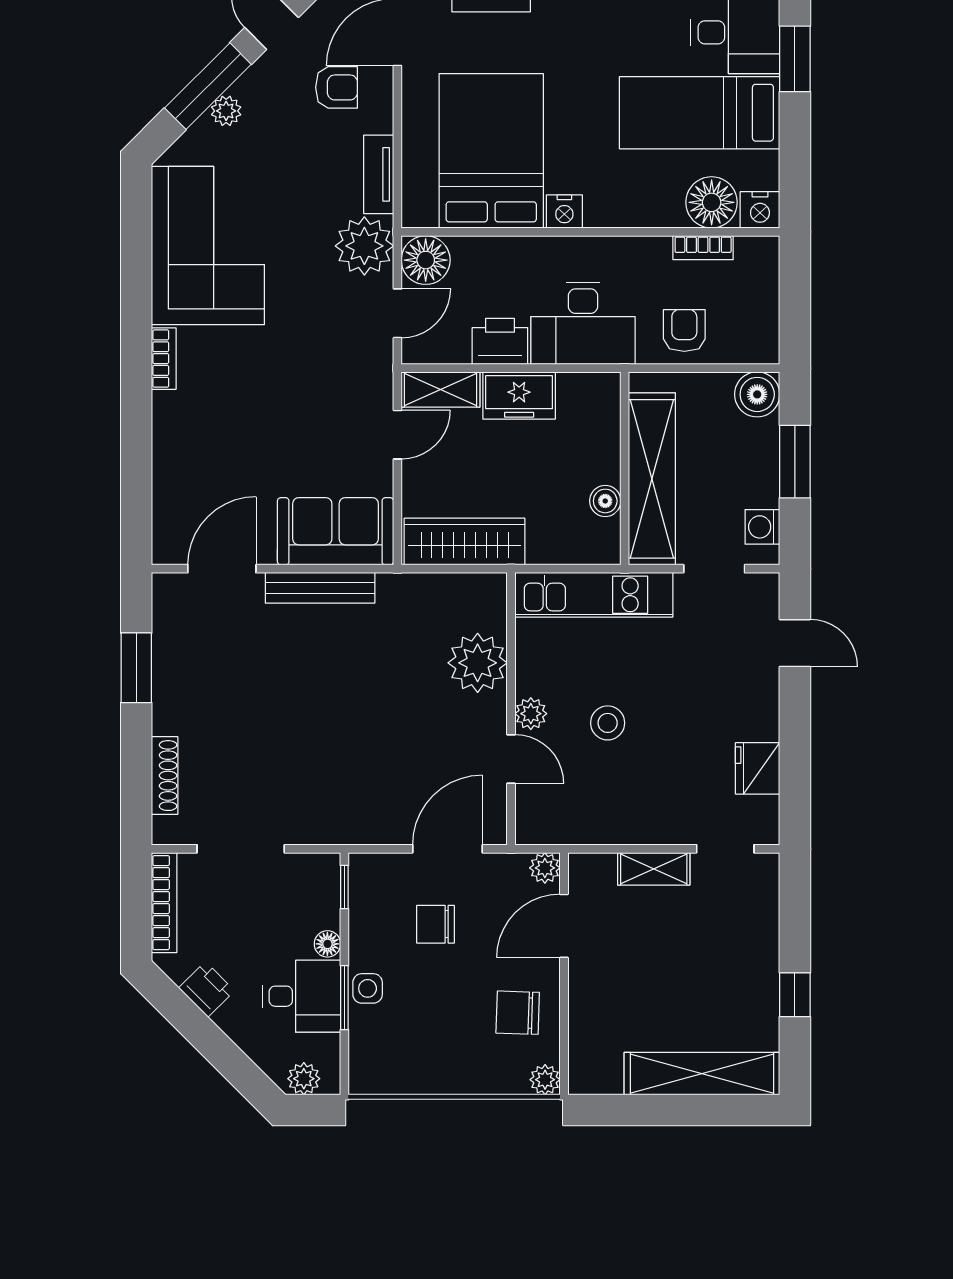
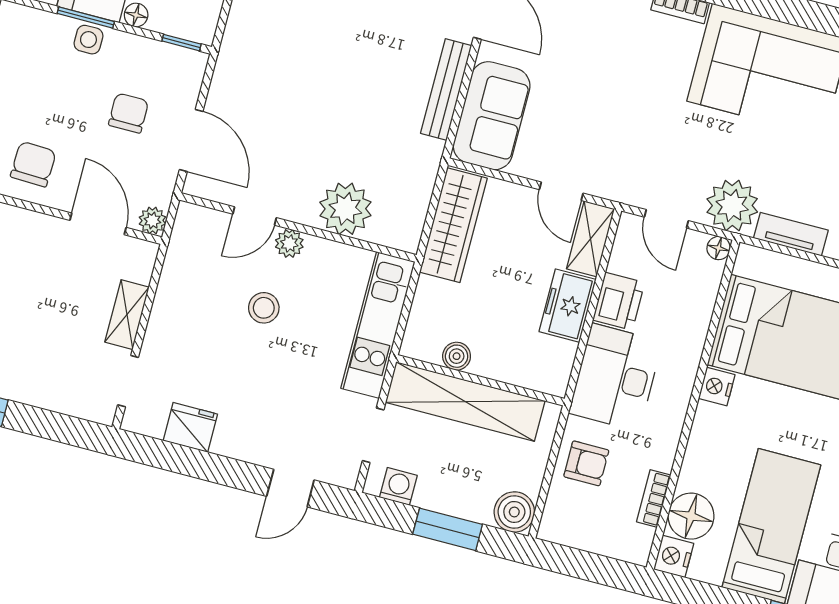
floor lamp: (426, 260) -> (719, 248), width x0.53, depth x0.53

